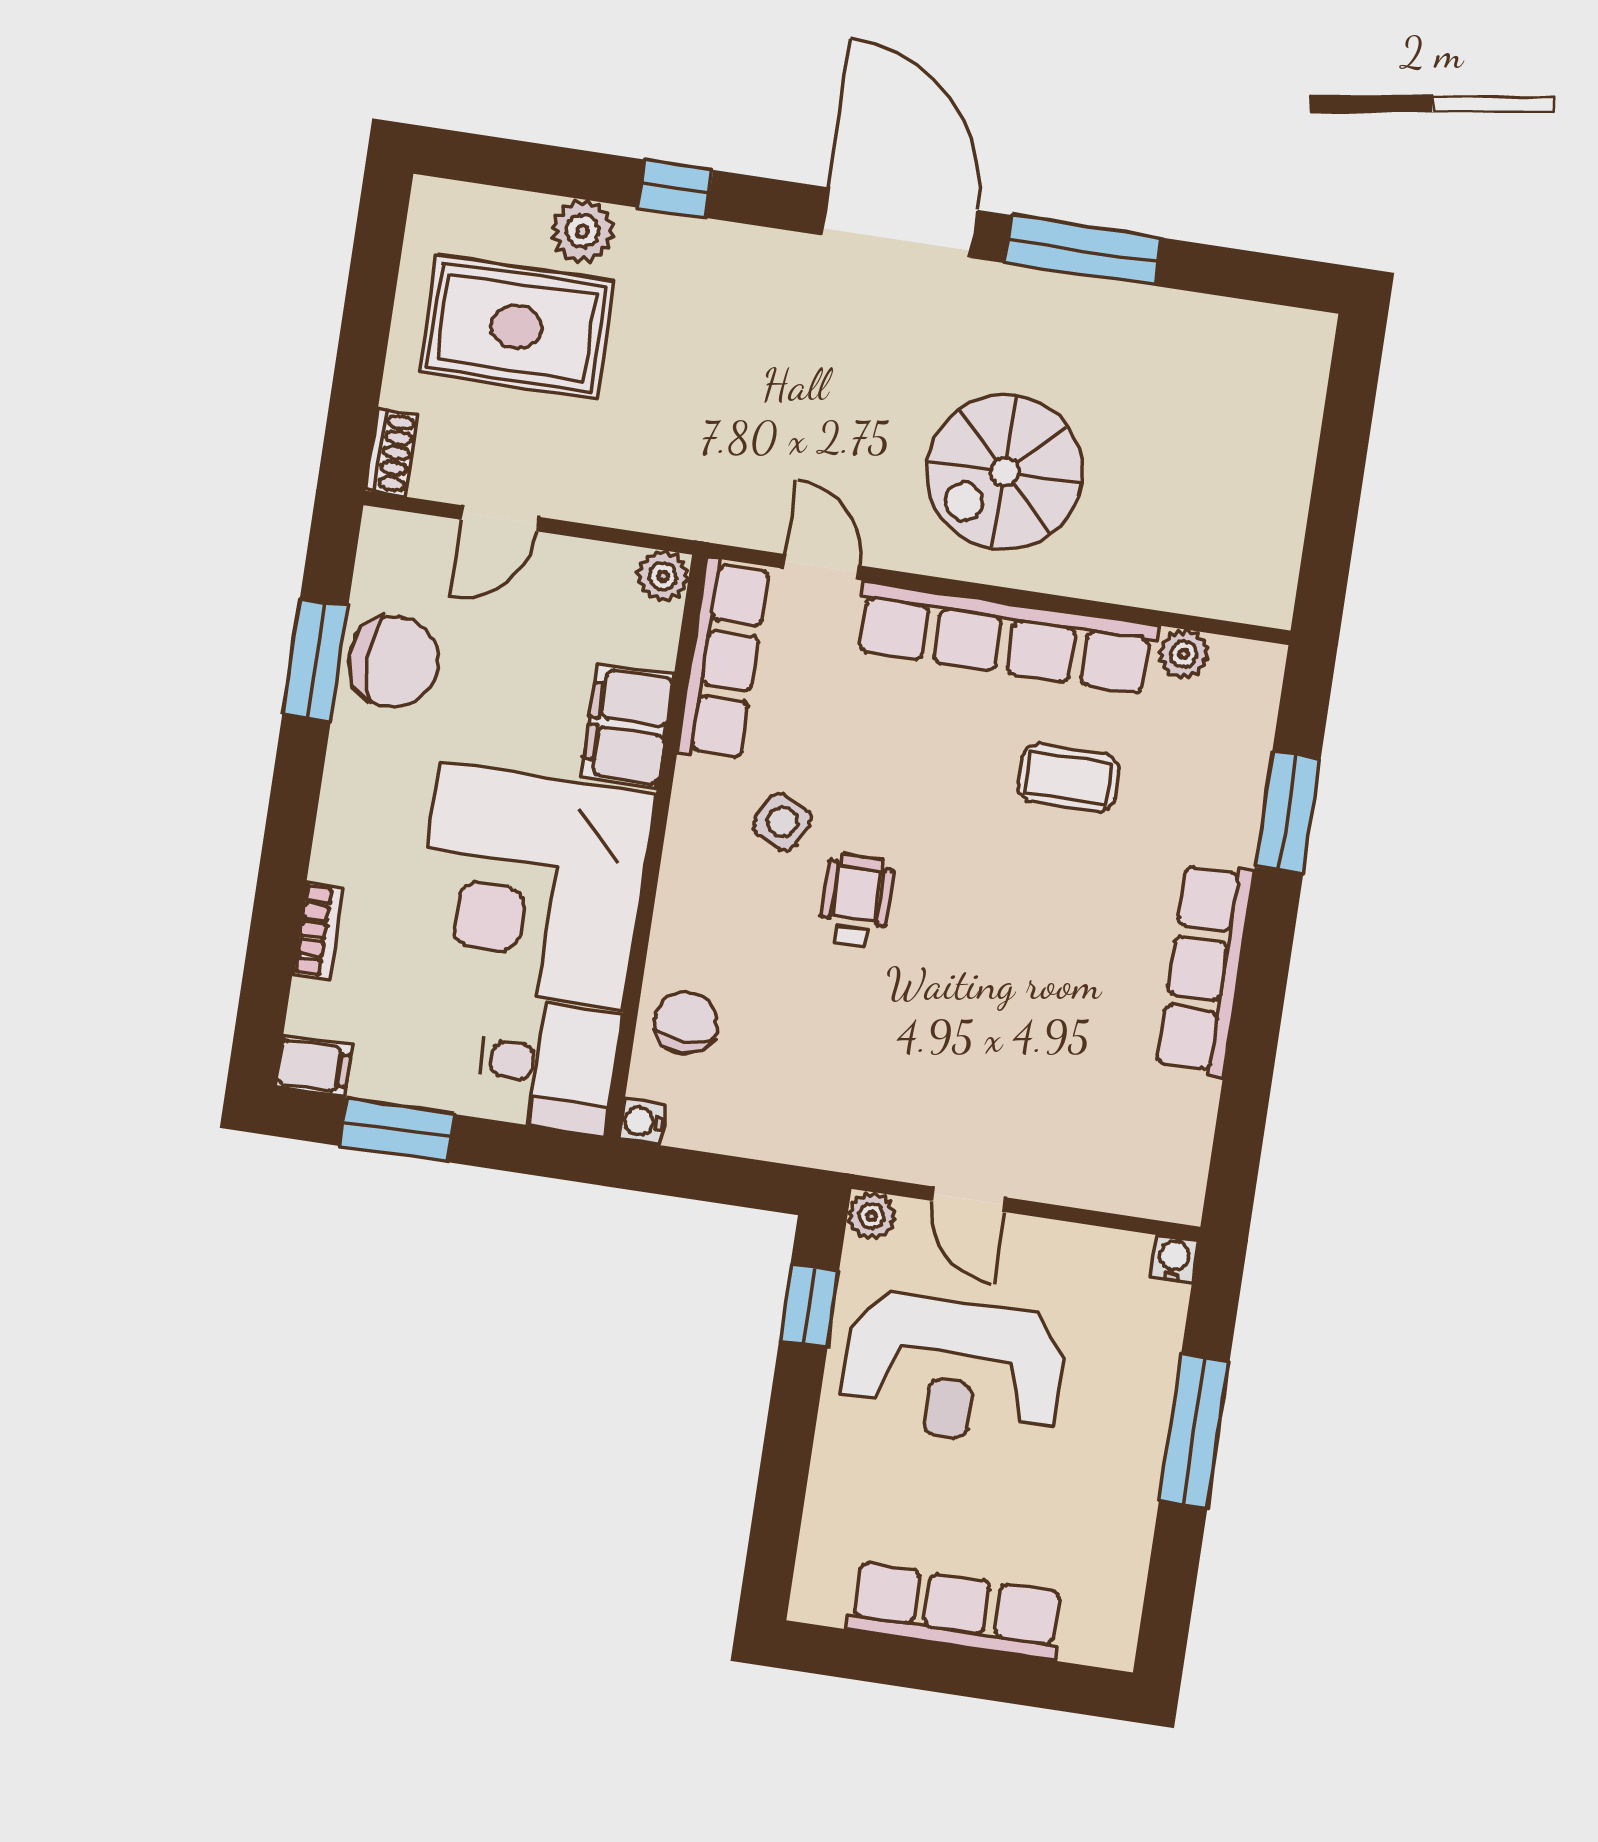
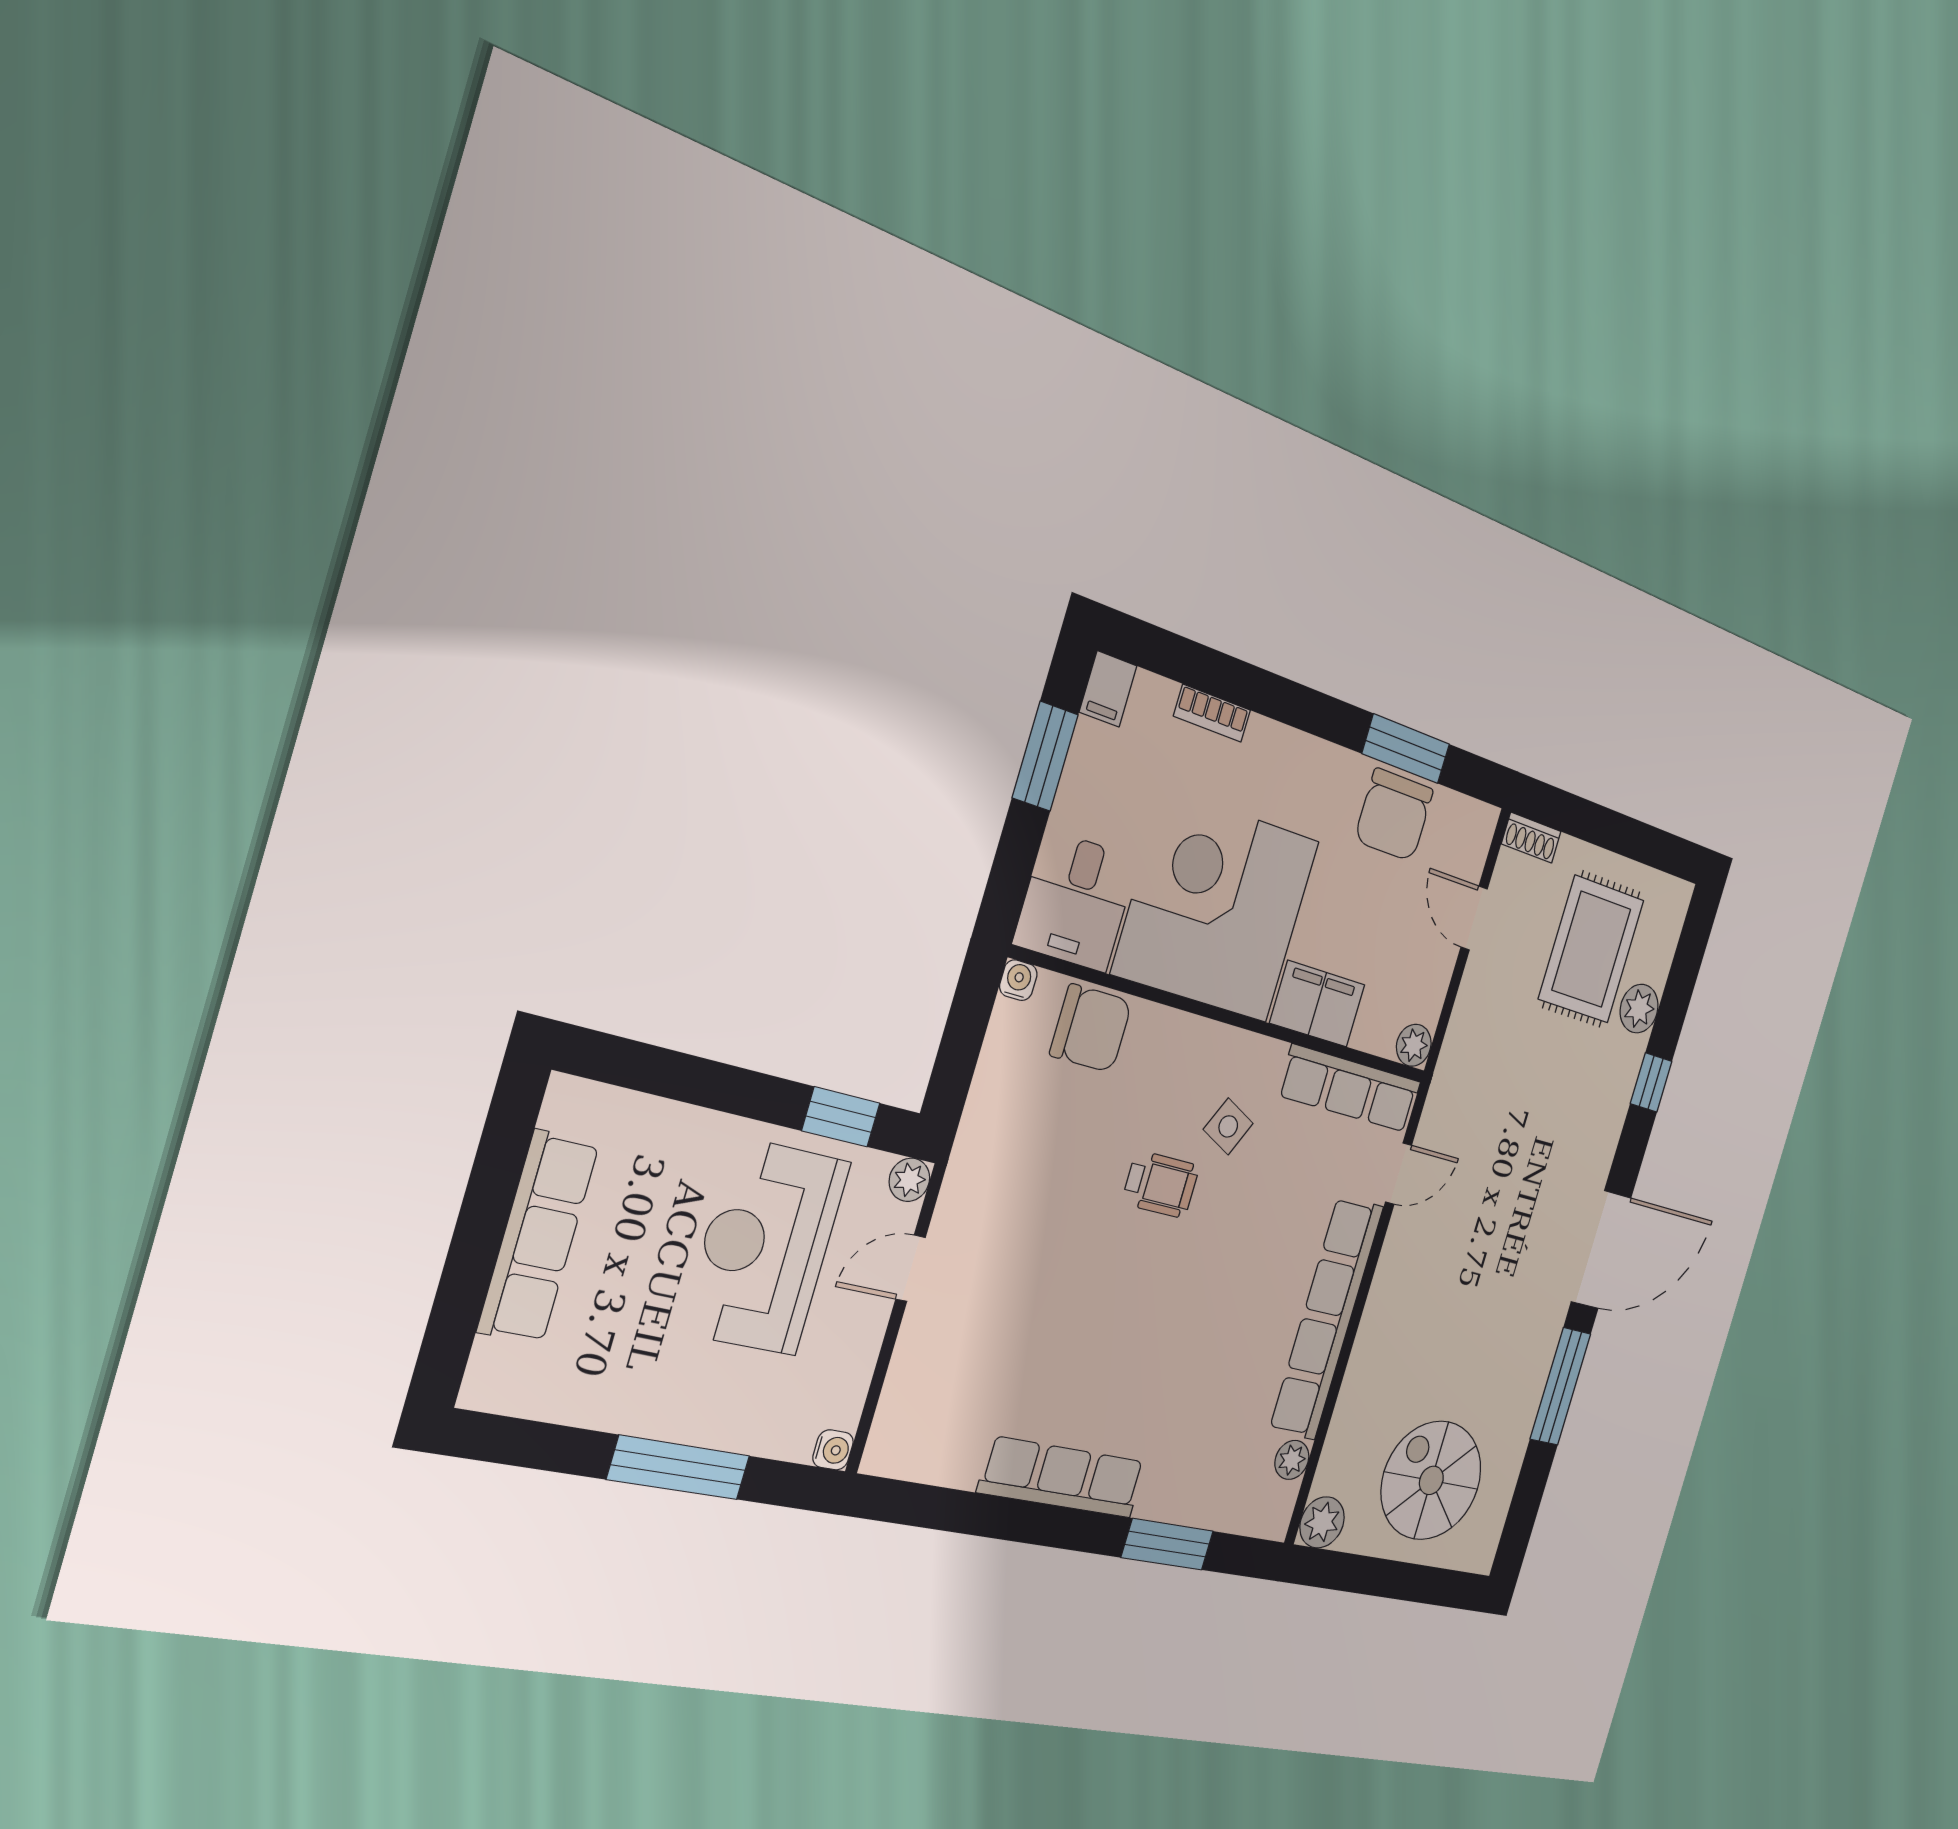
spiral stairs: (1005, 472) -> (1431, 1480), moved
plant: (1263, 593) -> (1322, 1522), added
coffee table: (1068, 778) -> (1221, 1366), removed
chair: (686, 1023) -> (1091, 1028), width x1.37, depth x1.37

